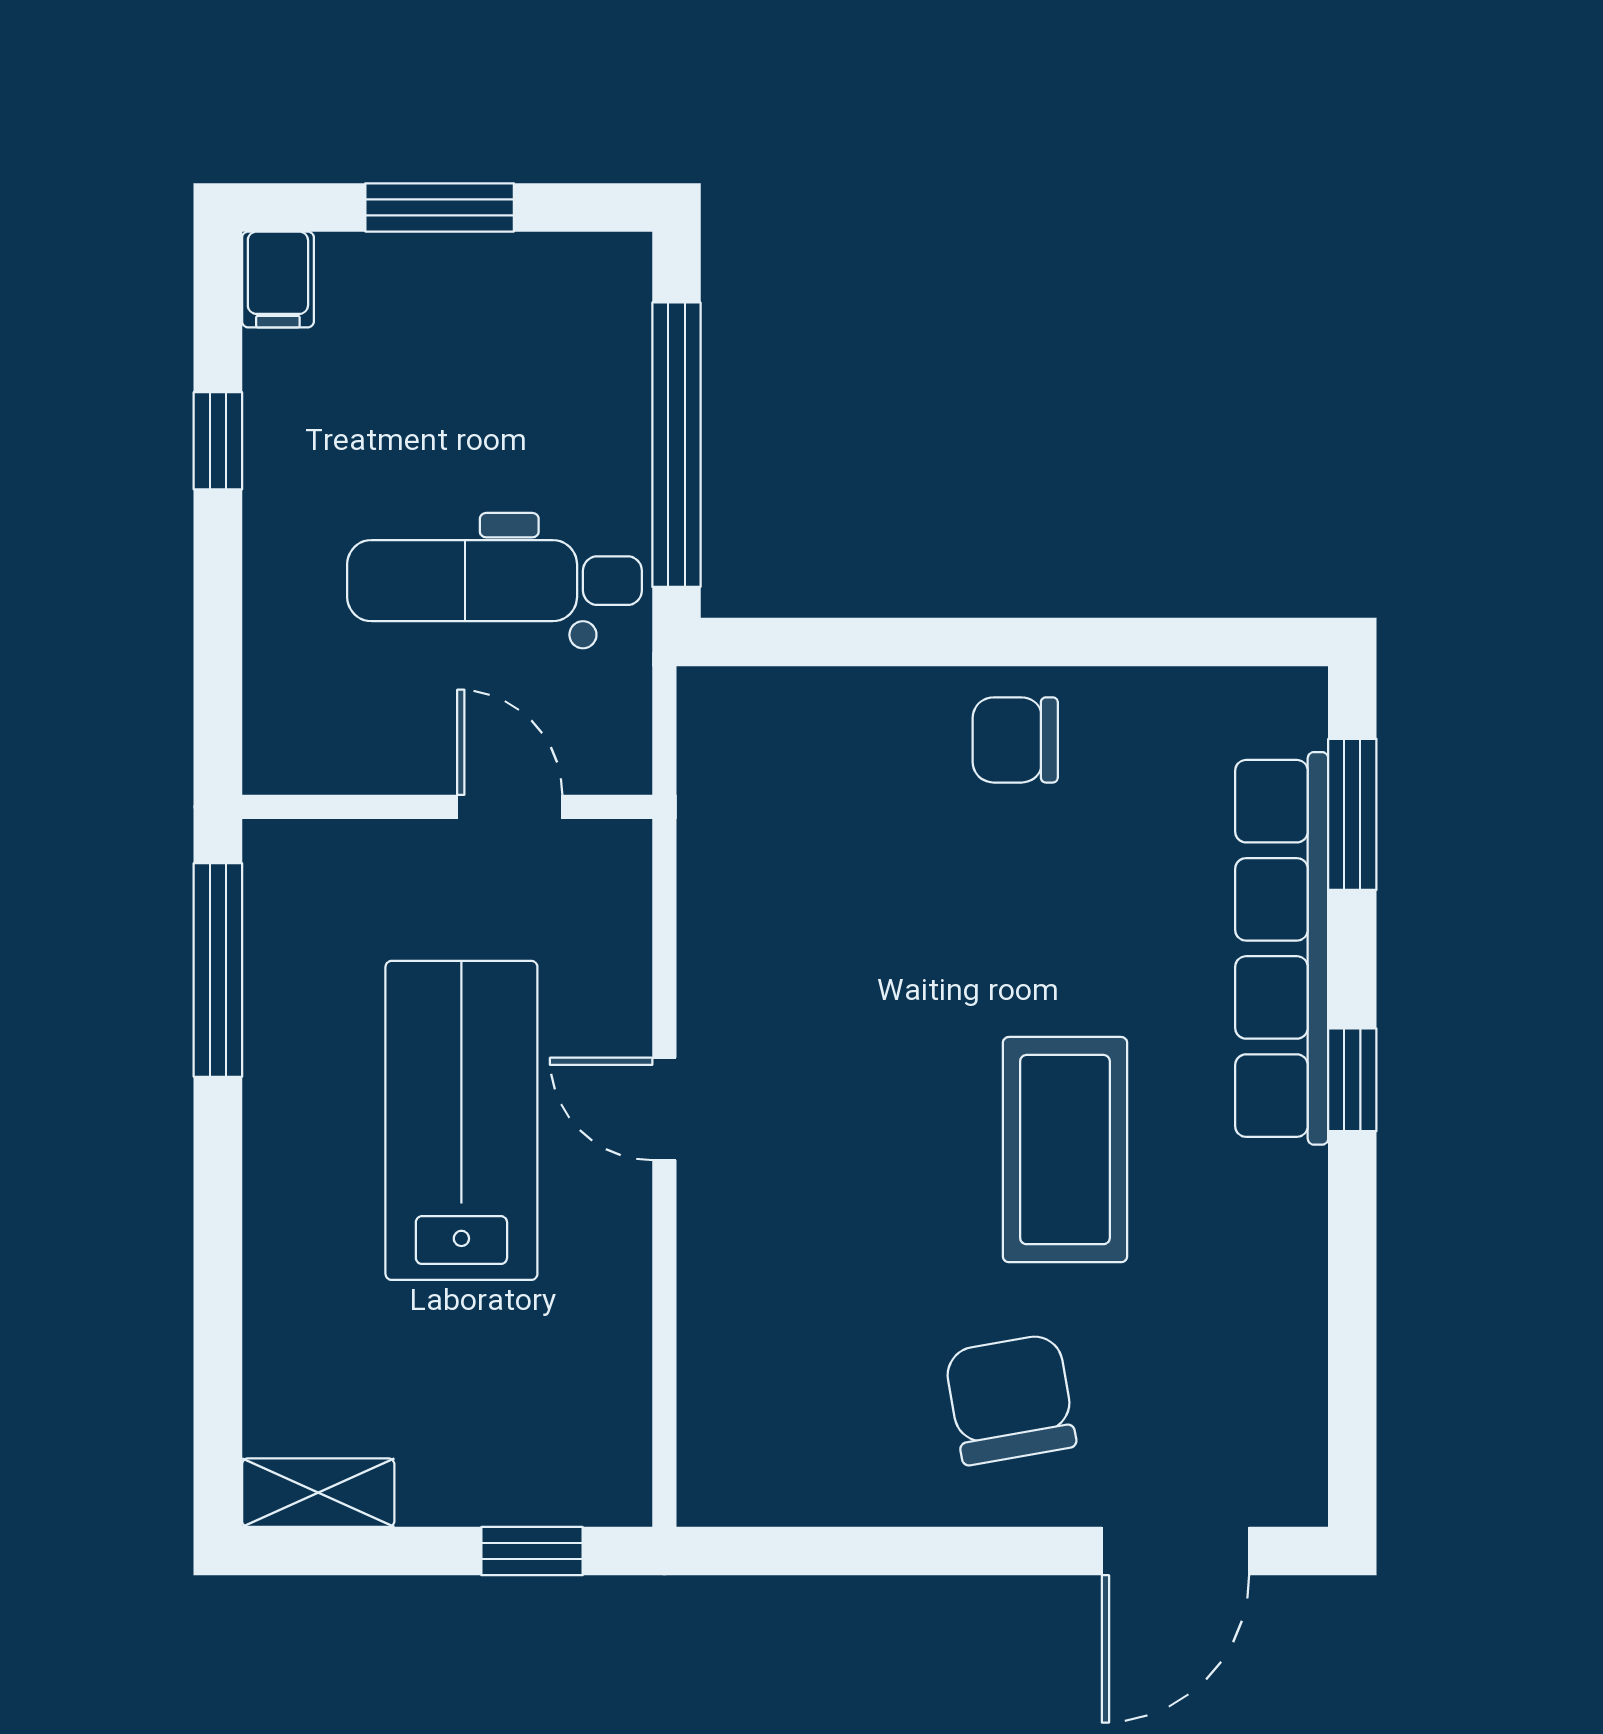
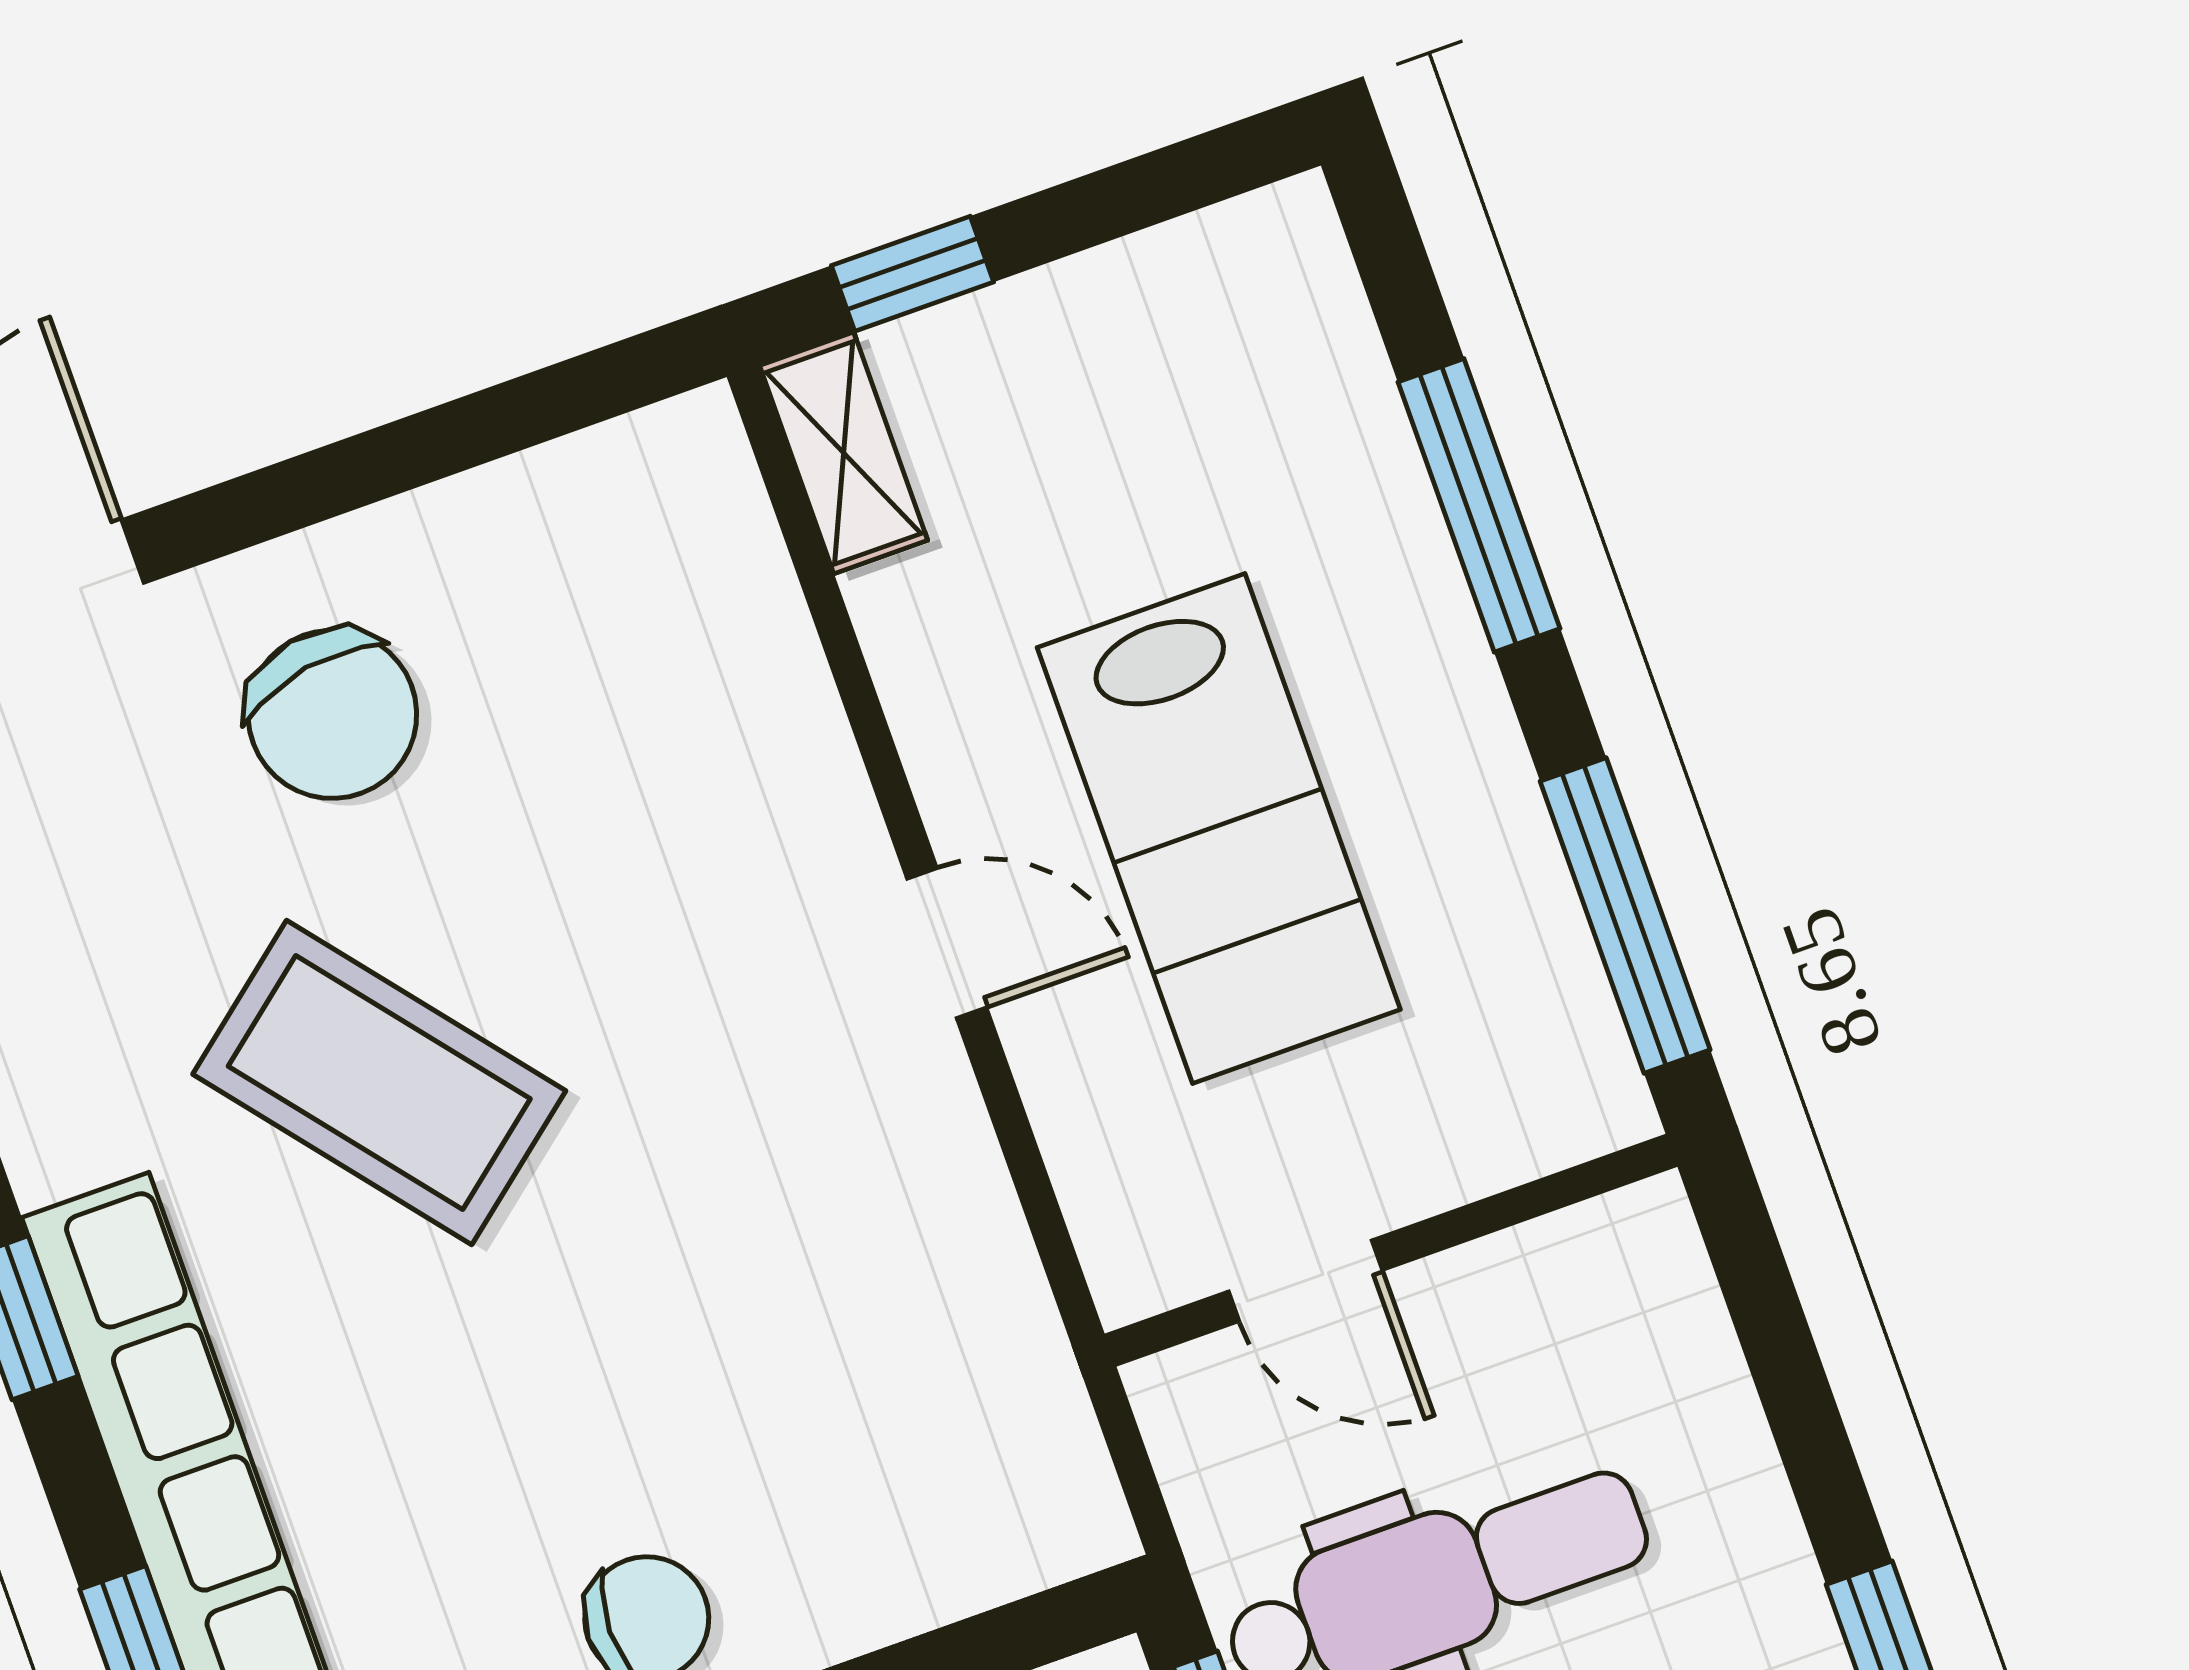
coffee table: (1065, 1150) -> (379, 1082), turned -39
window: (218, 1270) -> (1479, 505), added
shelving: (318, 1493) -> (844, 453), moved, turned 90

